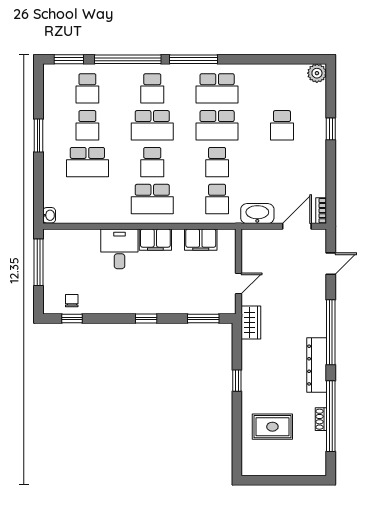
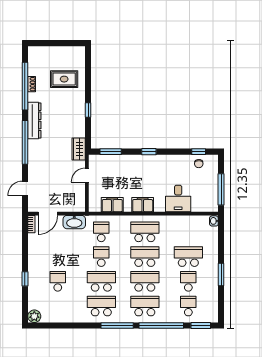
school desk: (152, 88) -> (145, 306), width x1.85
school desk: (152, 162) -> (145, 257), width x1.85
desk: (119, 249) -> (178, 198), moved

